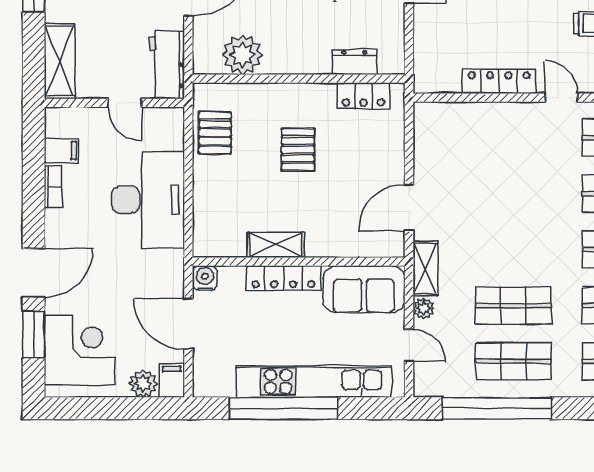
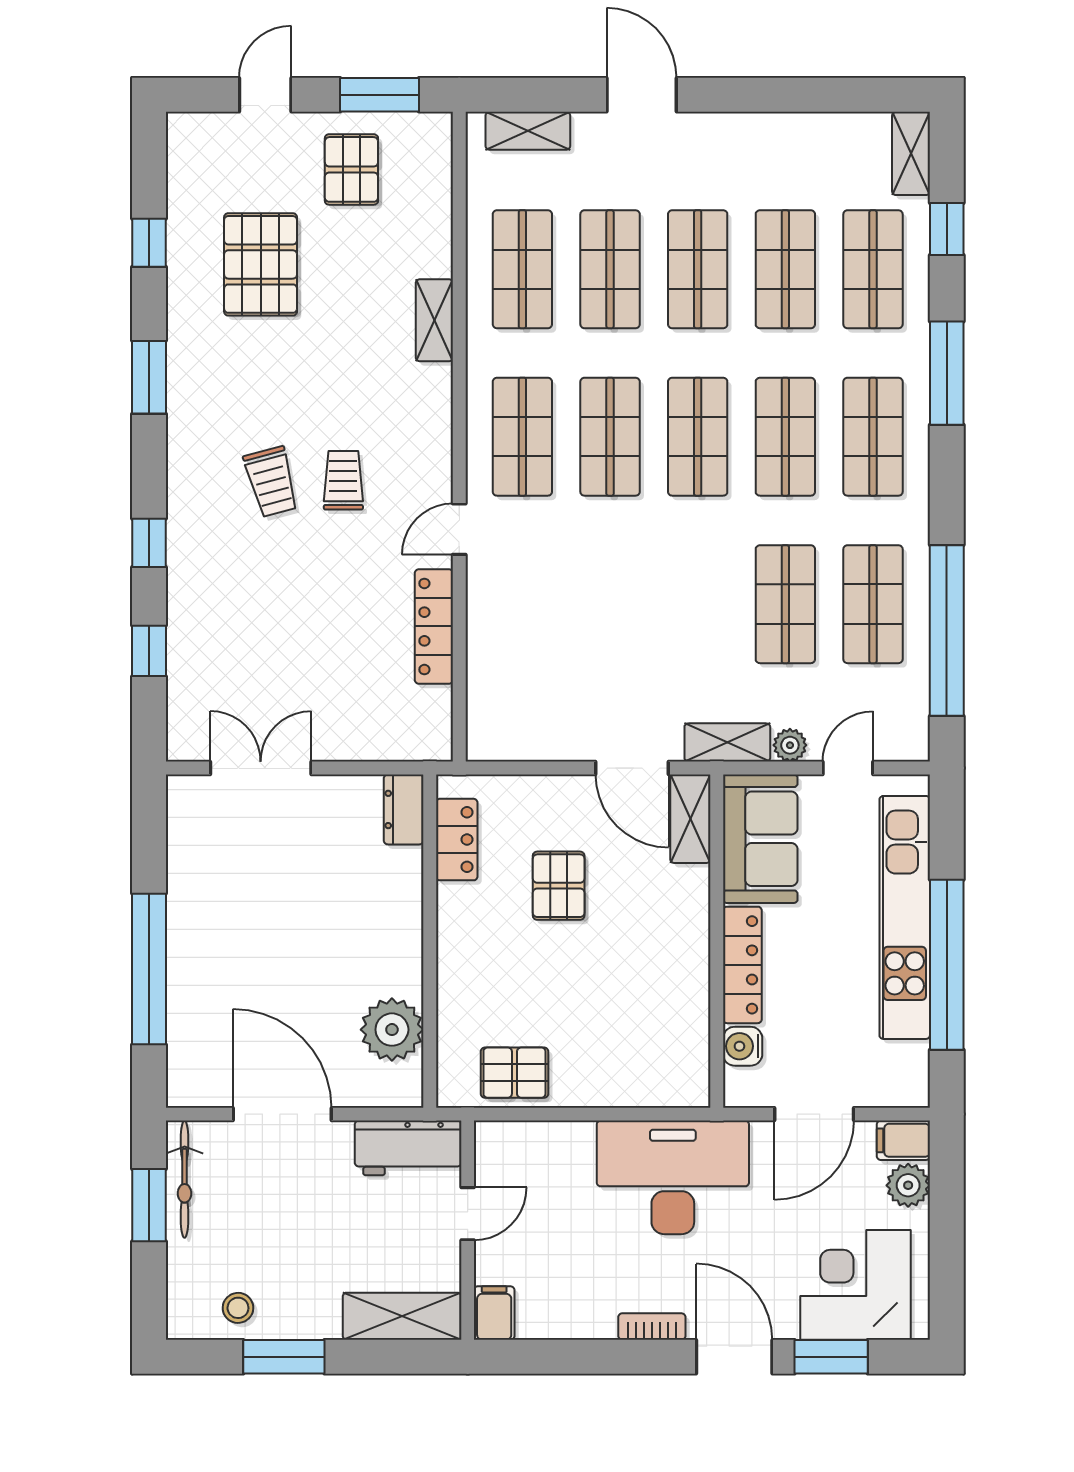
dresser: (355, 62) -> (404, 809), moved
filing cabinet: (62, 150) -> (494, 1313), moved
pallet: (298, 150) -> (559, 886), moved, turned 90
bookcase: (53, 187) -> (652, 1327), moved
desk: (148, 200) -> (673, 1177), moved
shelving: (276, 245) -> (690, 819), moved
water cooler: (205, 278) -> (743, 1046), moved

